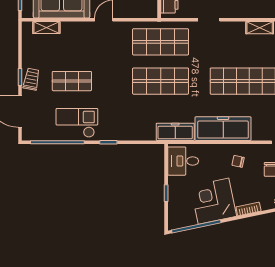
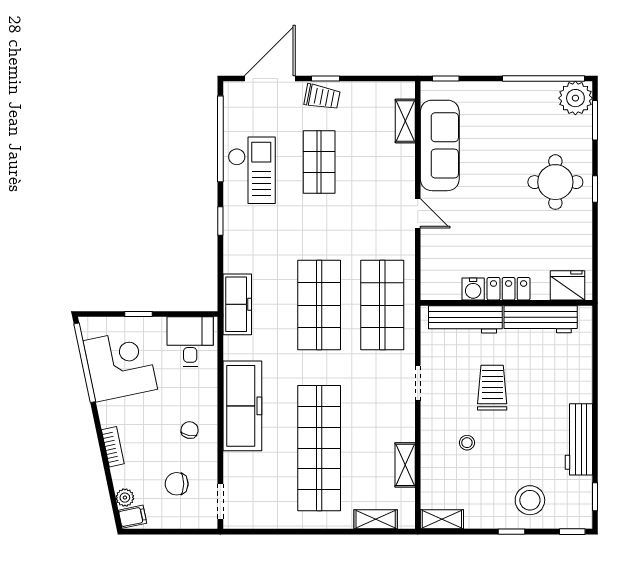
freezer: (175, 132) -> (237, 304), moved
corner desk: (214, 201) -> (120, 365), moved

